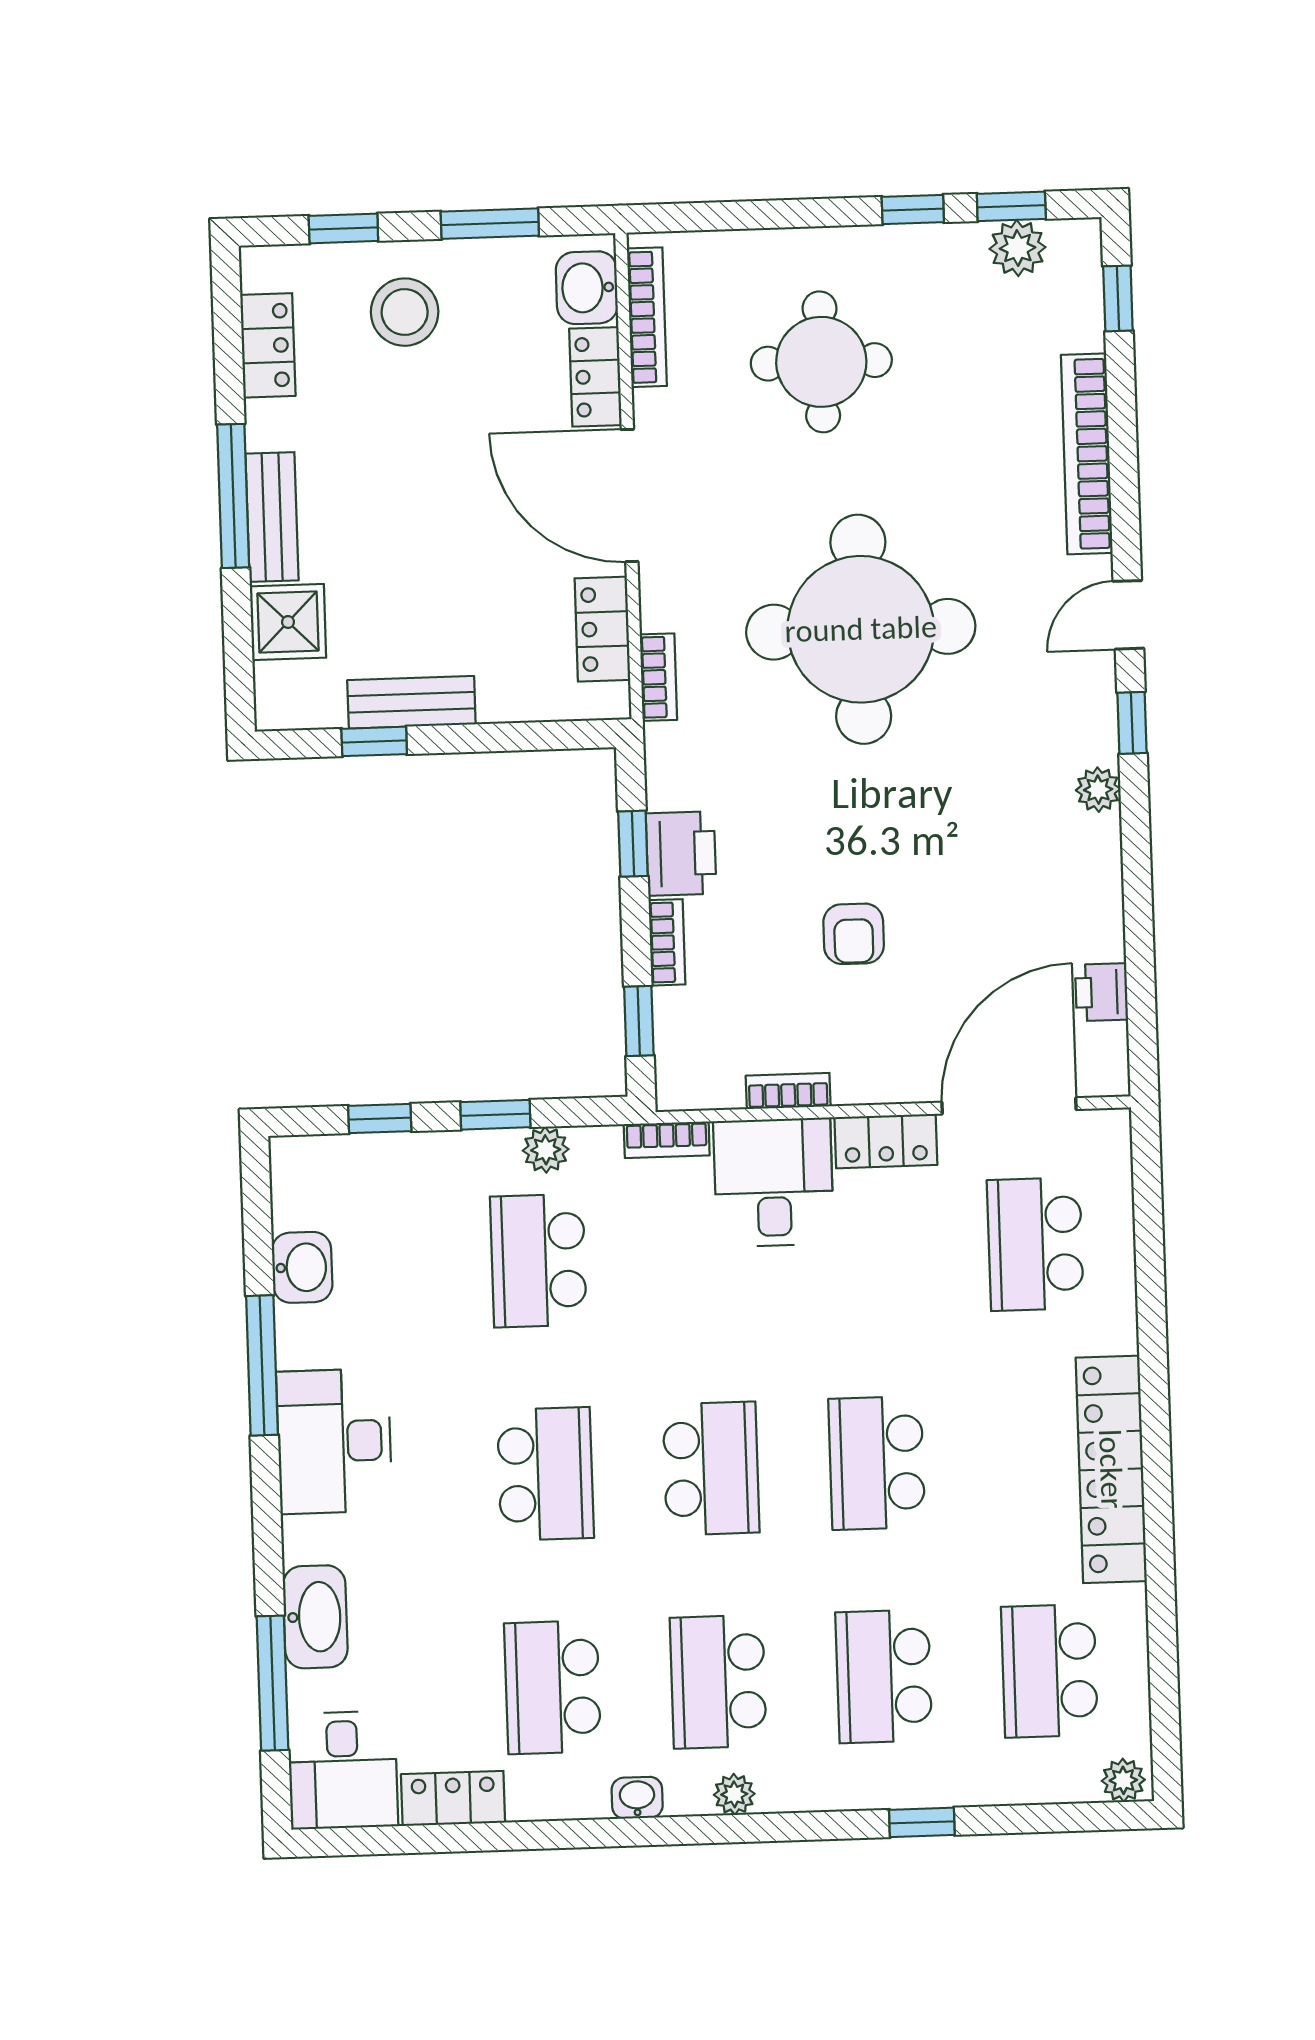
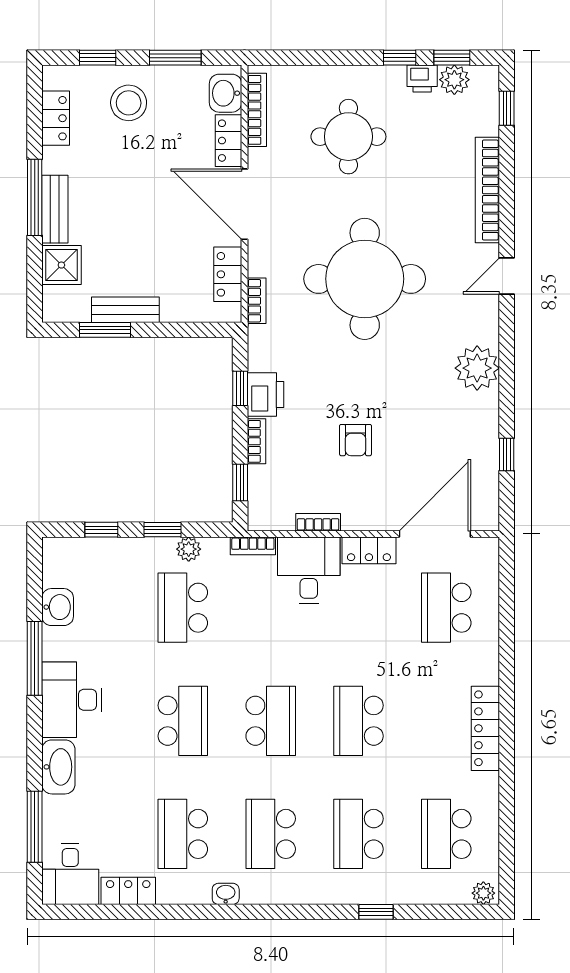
window: (1132, 723) -> (507, 455), moved
window: (374, 741) -> (105, 330), width x1.50
plant: (1098, 790) -> (477, 368), width x1.88, depth x1.88
printer: (1102, 992) -> (422, 78), moved, turned -90
locker: (1111, 1469) -> (485, 728), width x0.71, depth x0.83
washbasin: (315, 1617) -> (58, 767), moved
plant: (734, 1794) -> (277, 894), removed

